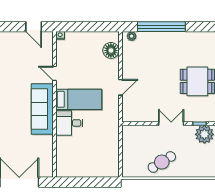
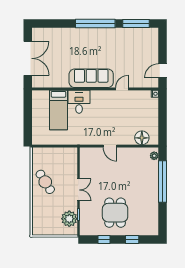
bed: (79, 99) -> (58, 110), moved

